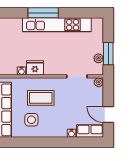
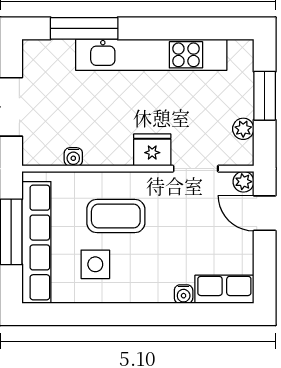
window: (43, 13) -> (84, 28), moved
window: (108, 54) -> (265, 96), moved
fridge: (35, 68) -> (152, 150), moved
door: (108, 115) -> (265, 213), moved

